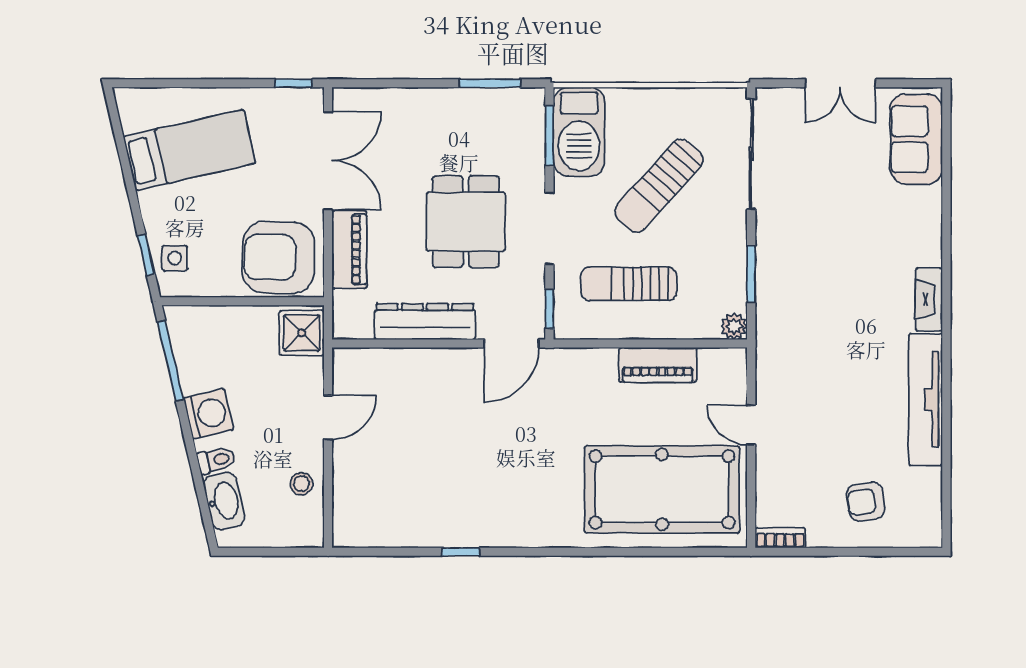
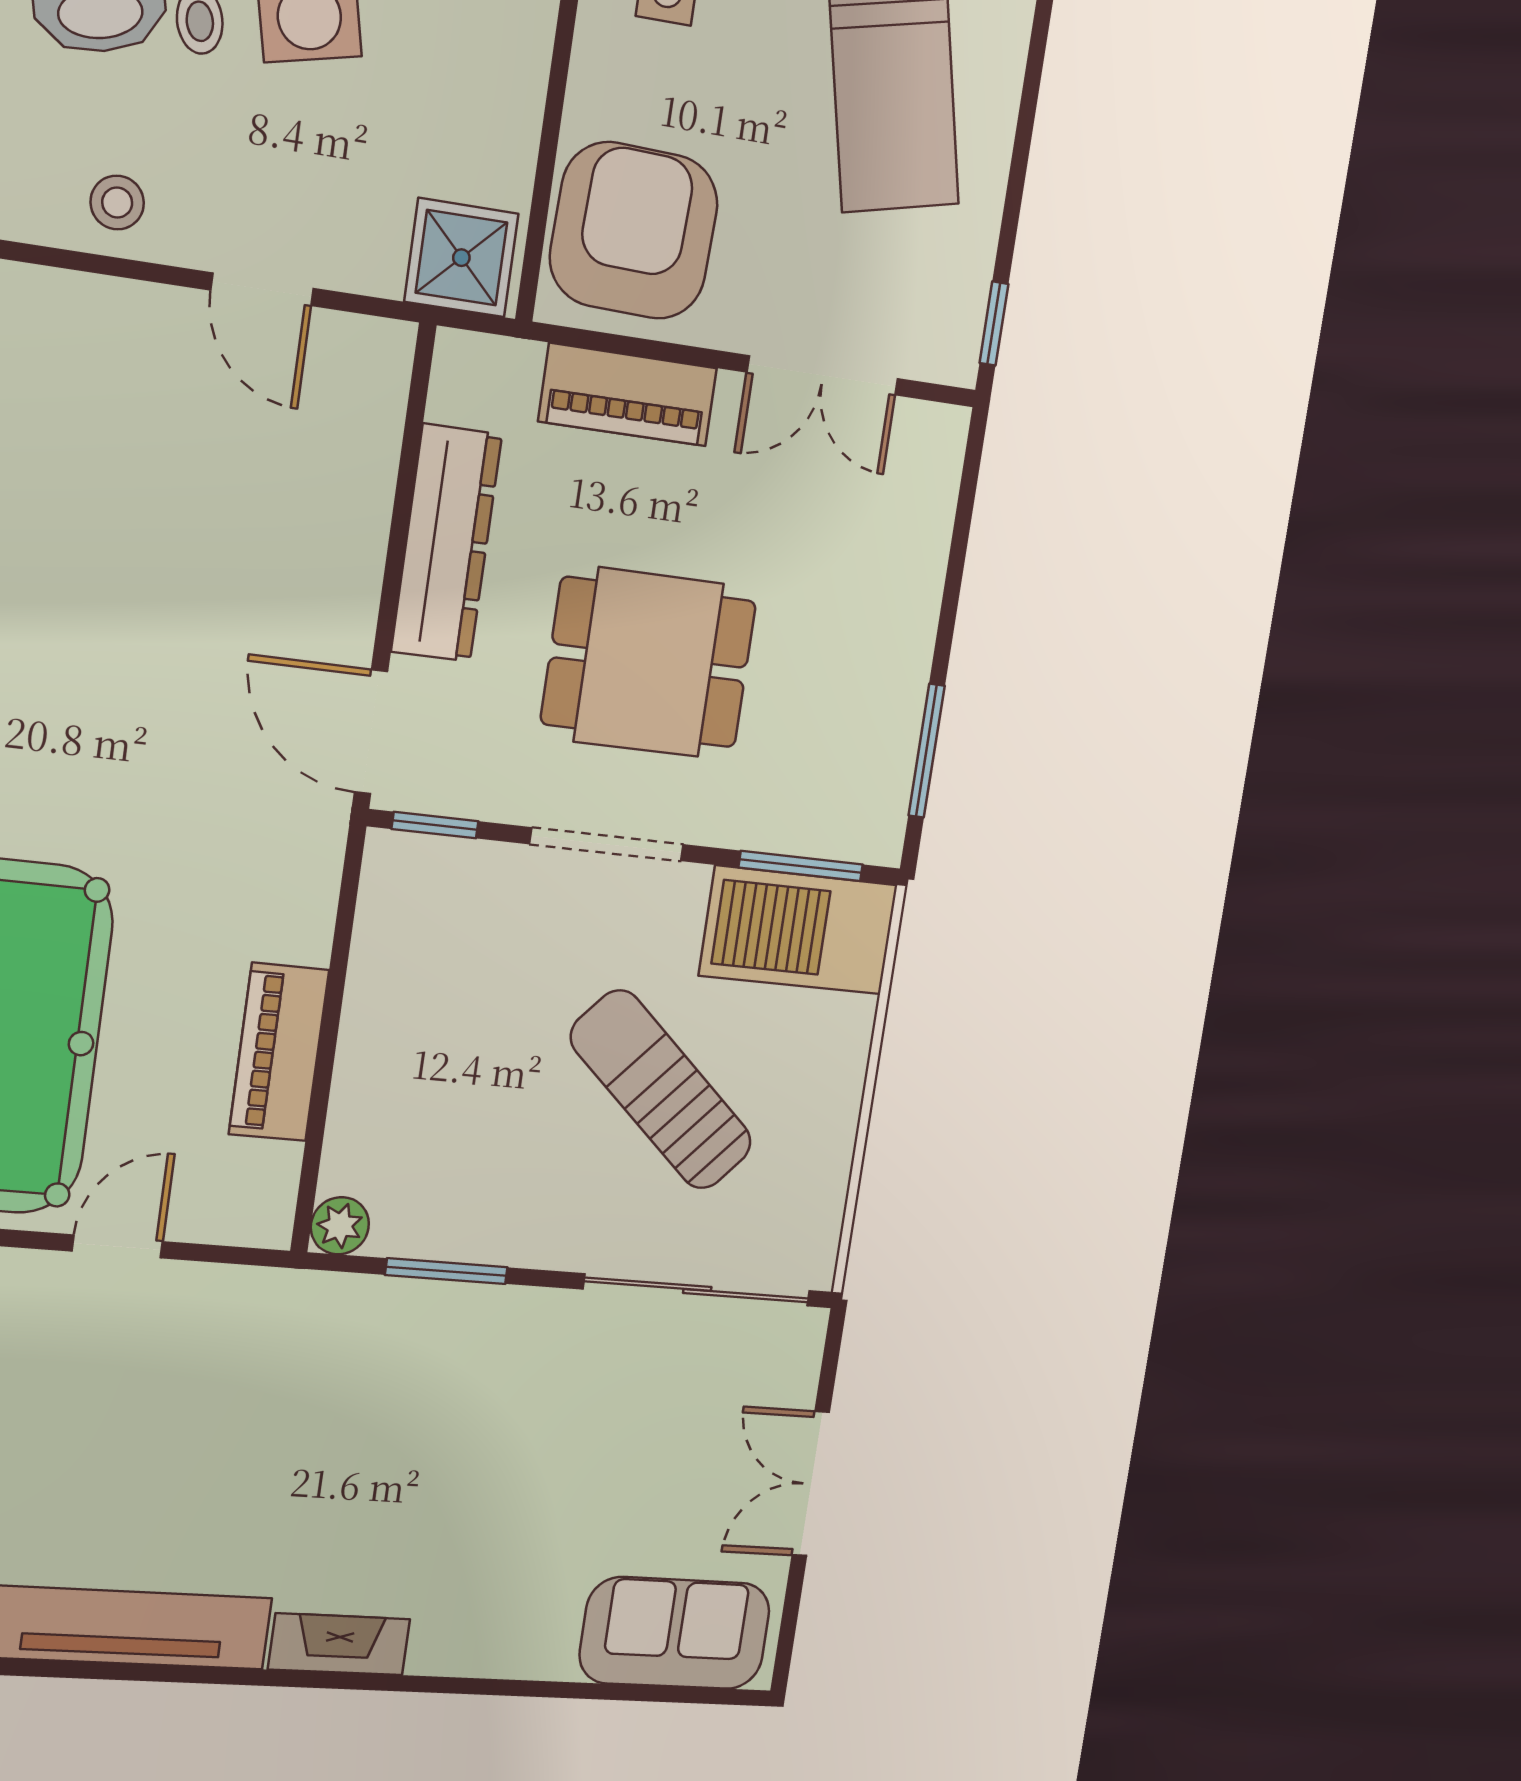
double door: (328, 161) -> (823, 375), width x0.73
sun lounger: (629, 284) -> (464, 1005), removed

